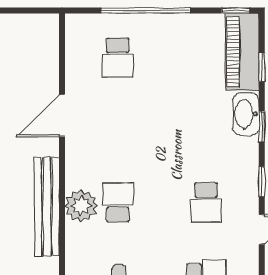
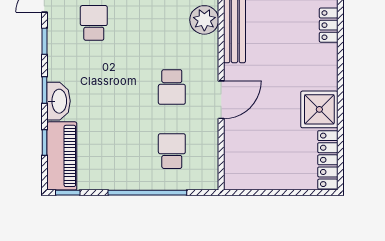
school desk: (118, 202) -> (172, 87), moved

